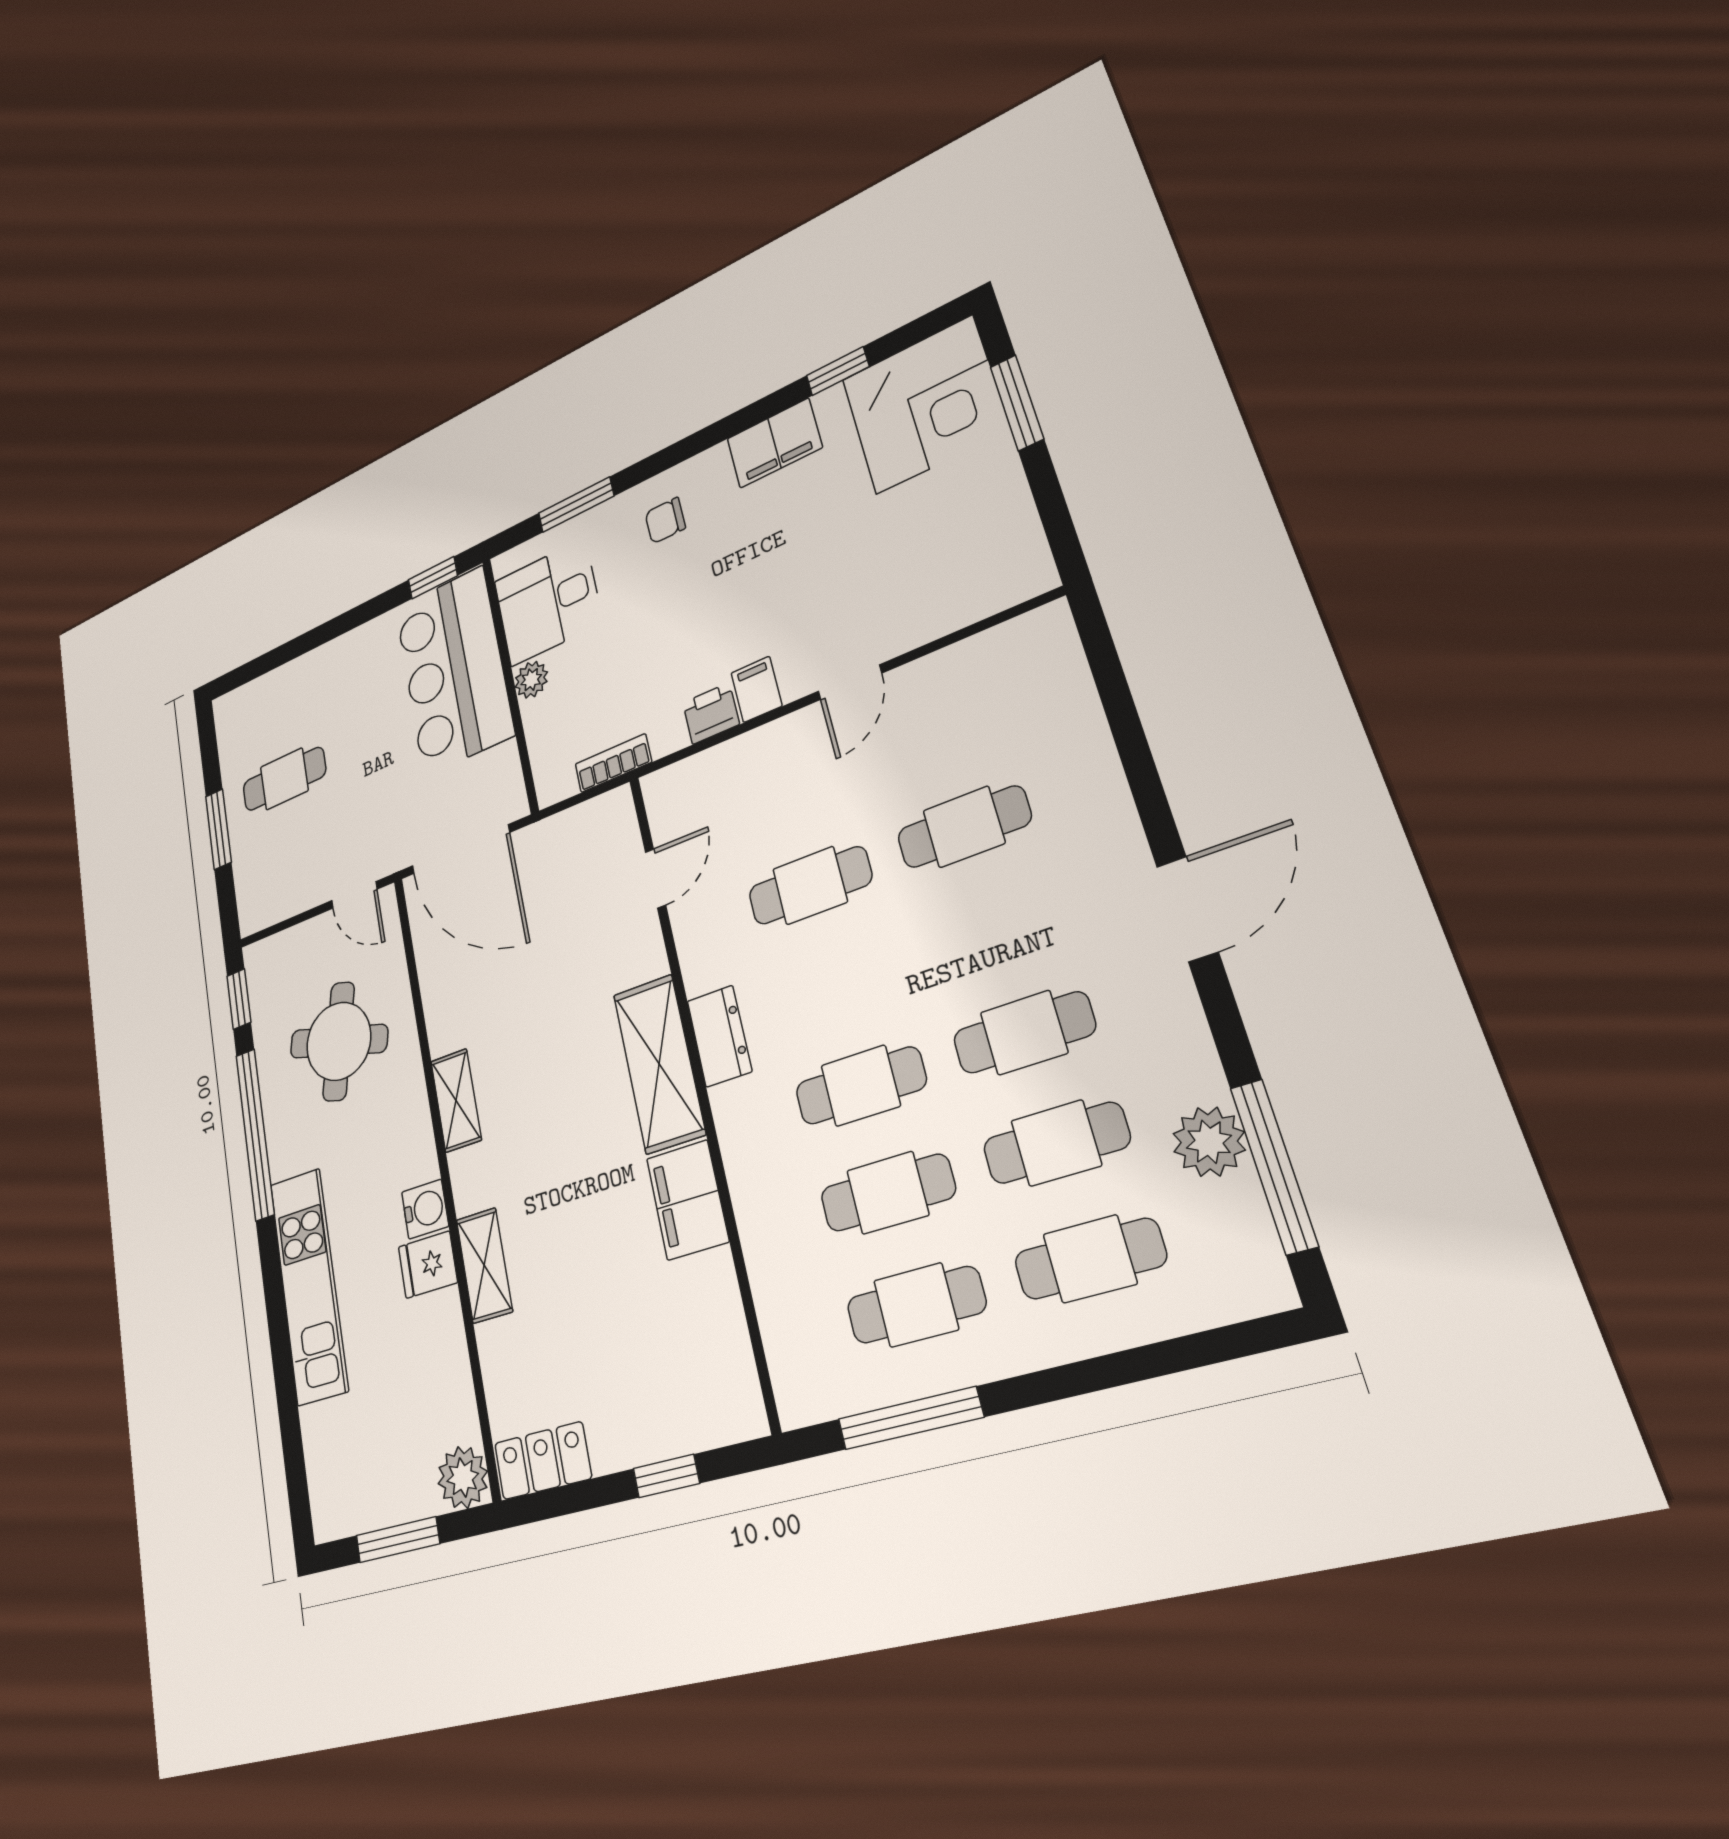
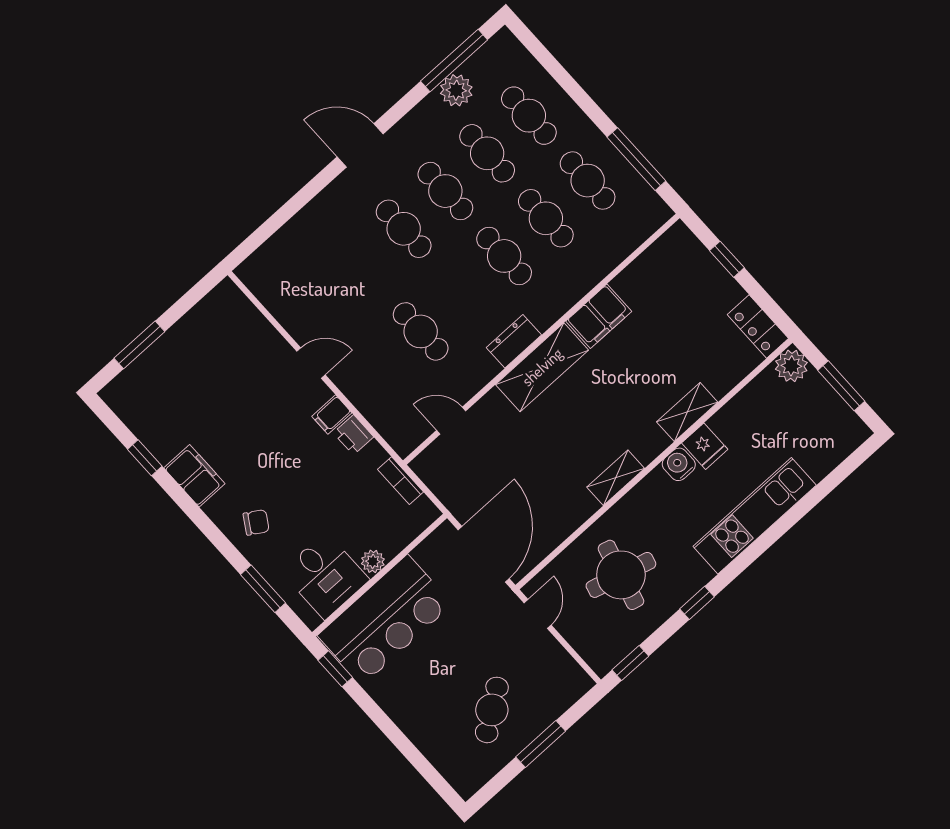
corner desk: (924, 404) -> (152, 396), removed
chair: (665, 521) -> (256, 522), turned -58
cafe table: (284, 779) -> (492, 710), turned 55
cafe table: (964, 827) -> (404, 229), moved
window: (255, 1134) -> (697, 603), width x0.32

